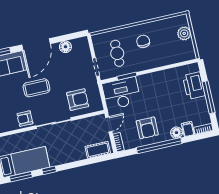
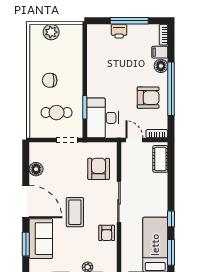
printer: (194, 86) -> (119, 31), width x0.53, depth x0.68

